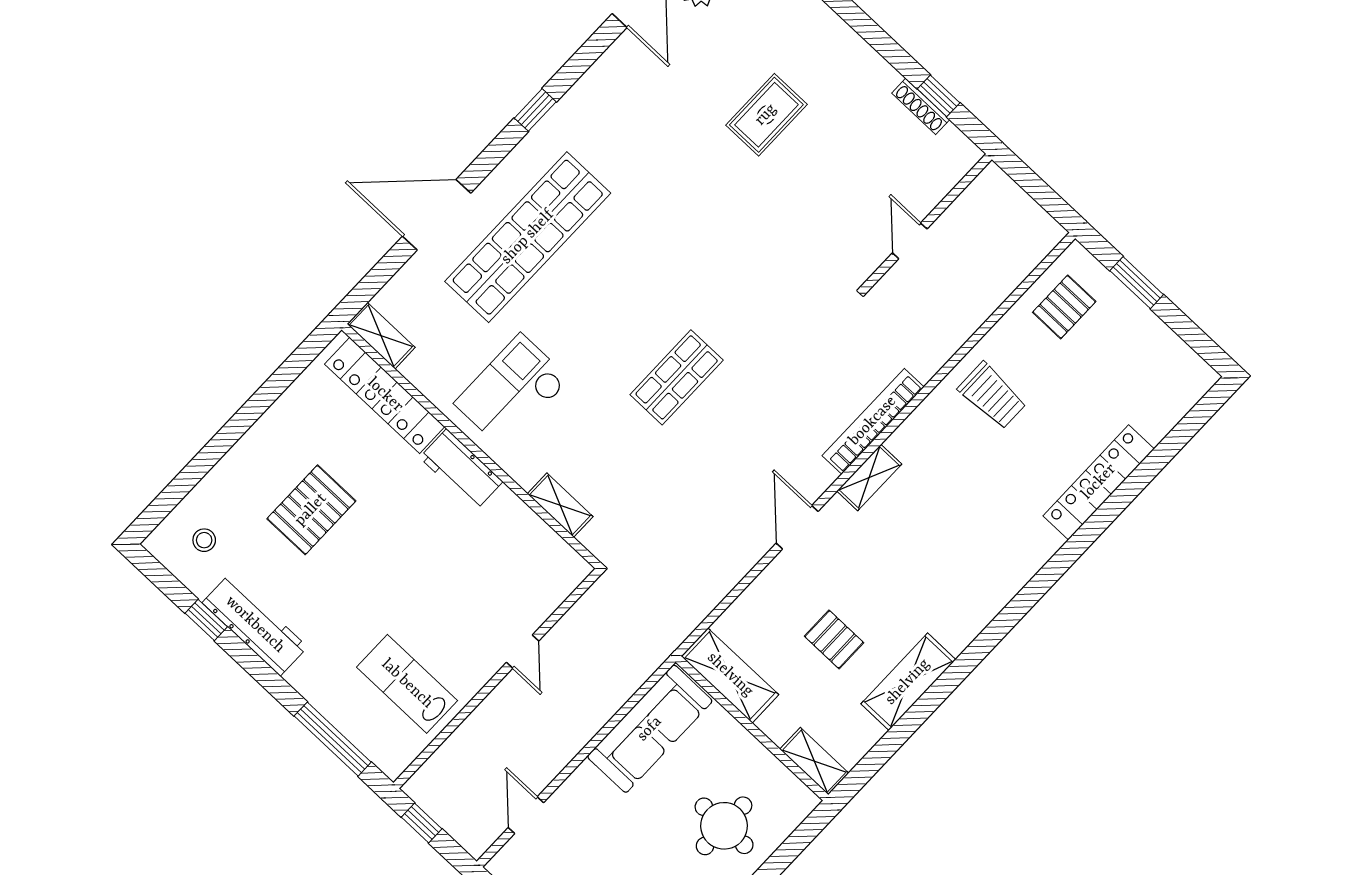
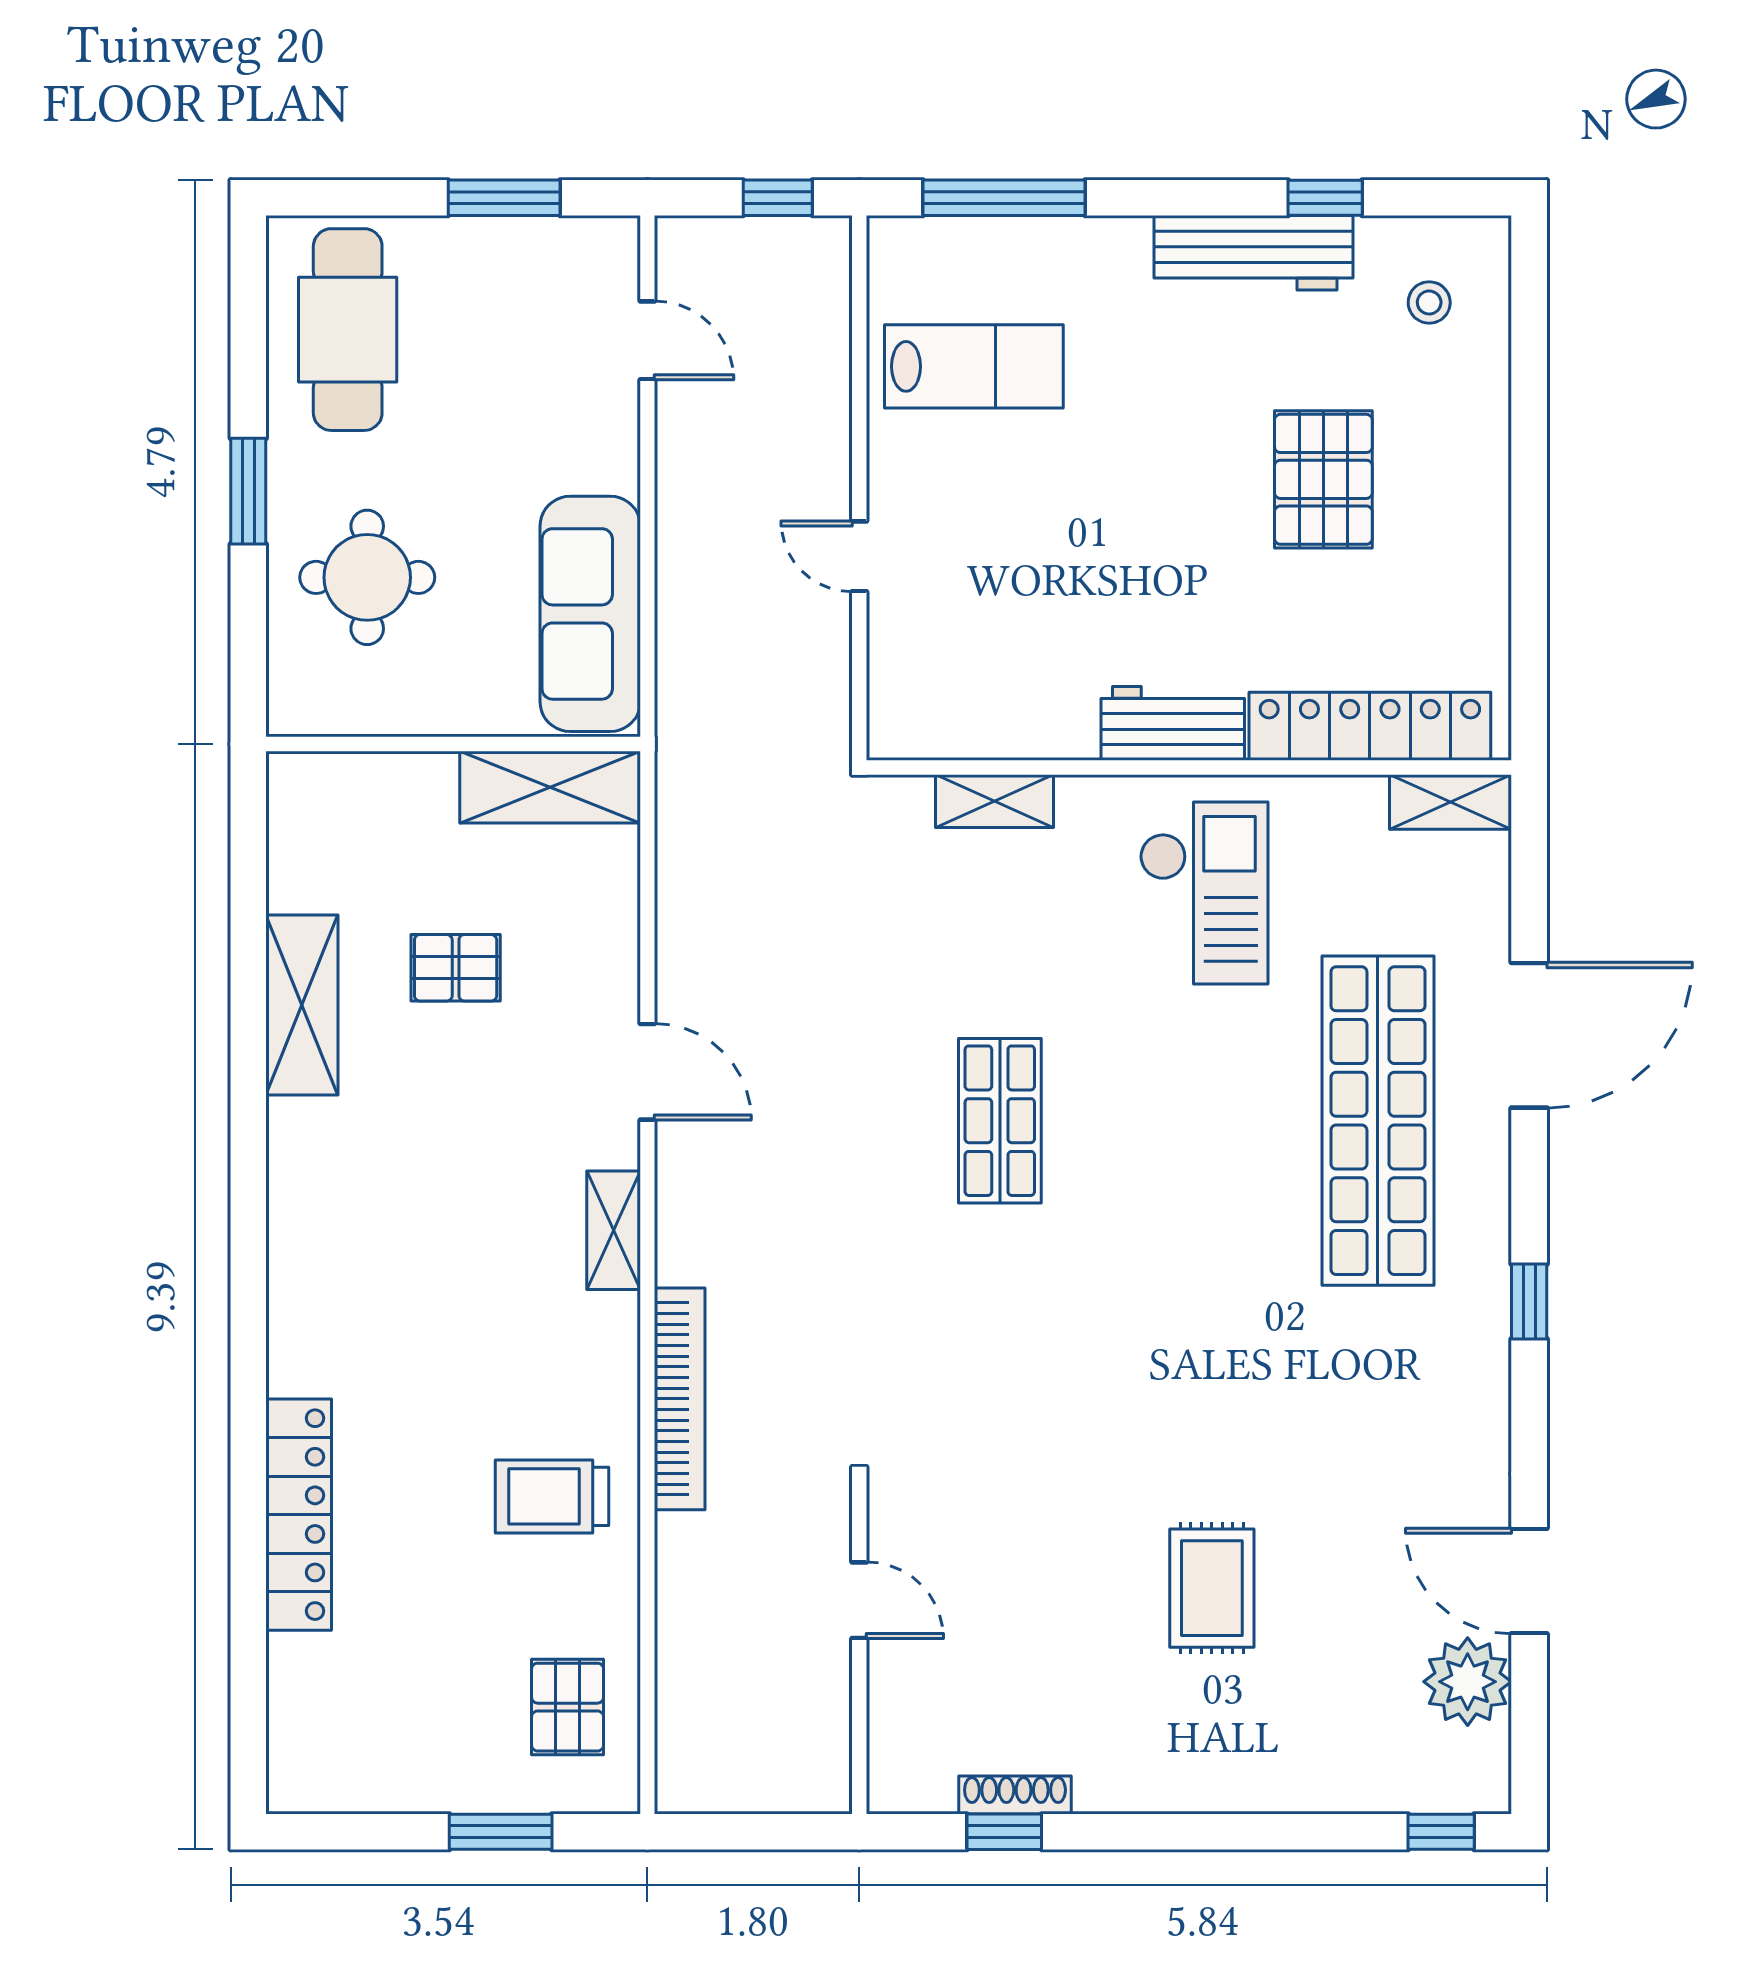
bookcase: (873, 421) -> (680, 1399), moved
shelving: (814, 761) -> (328, 779), removed

